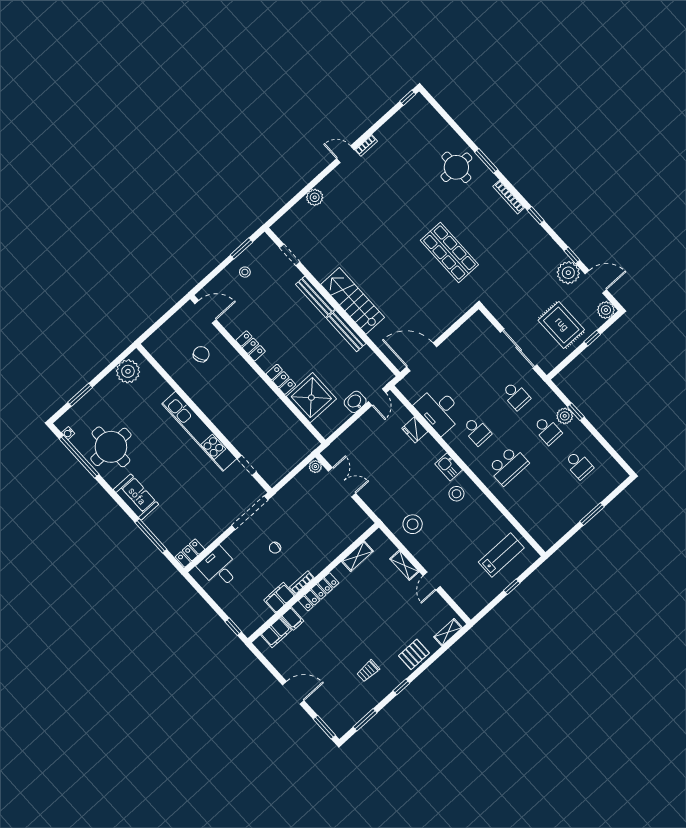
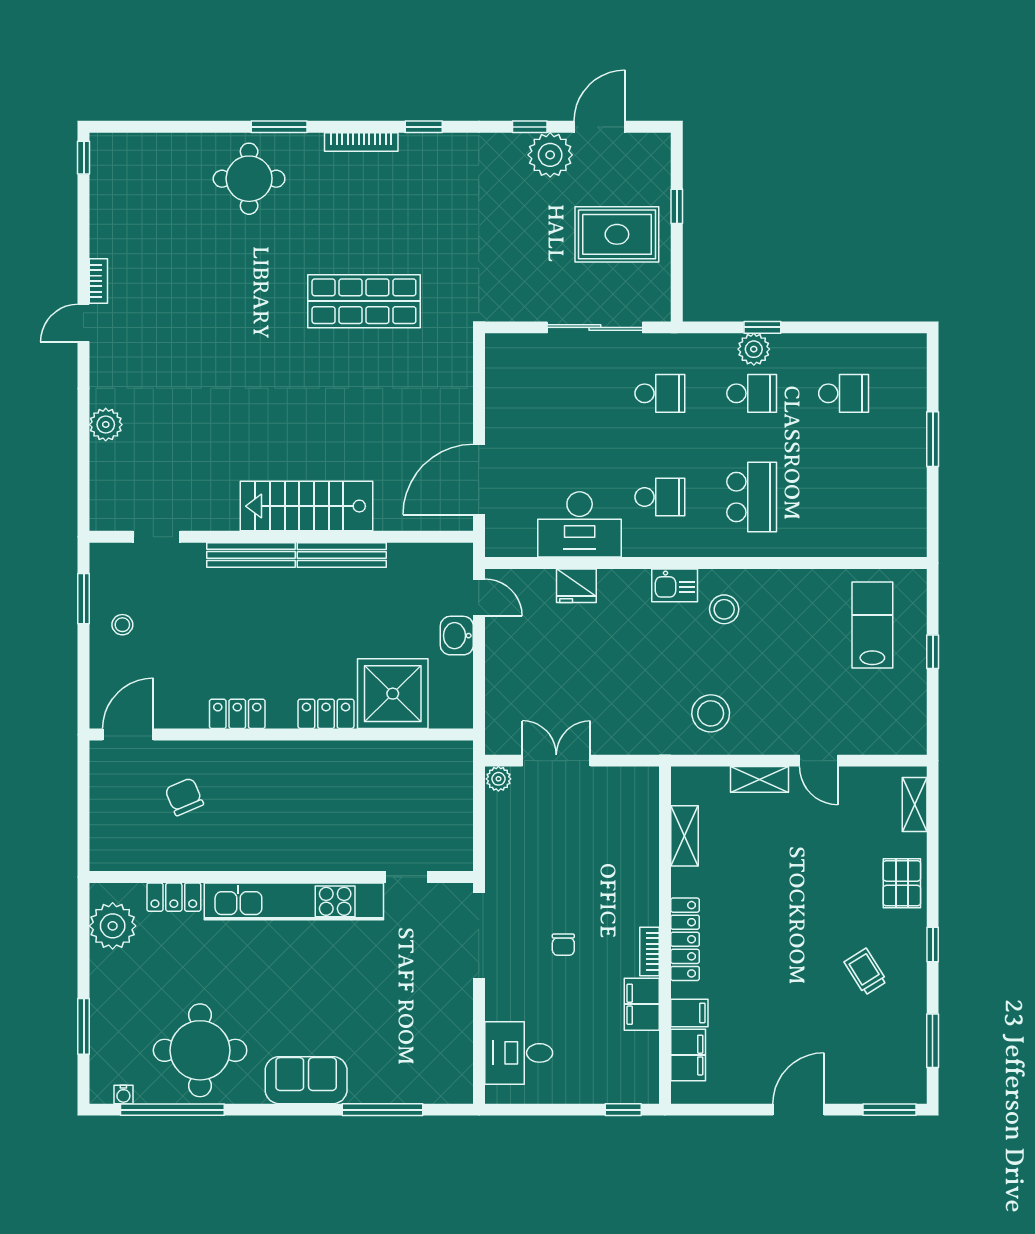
plant: (606, 310) -> (654, 149), removed
locker: (190, 553) -> (174, 897), moved, turned -90
trolley: (368, 671) -> (866, 972), turned 148

